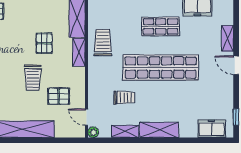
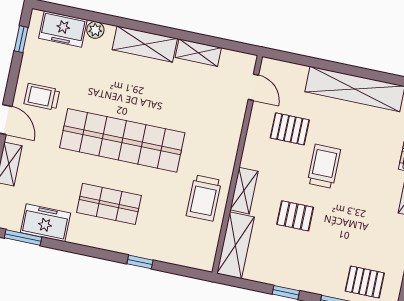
pallet: (44, 43) -> (295, 216), turned 90
trolley: (124, 98) -> (42, 97), moved
plant: (93, 132) -> (95, 30), moved

